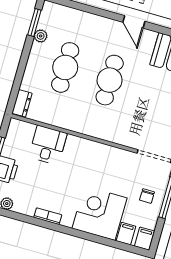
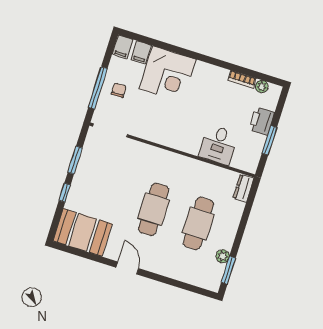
bookcase: (48, 216) -> (242, 79), moved

